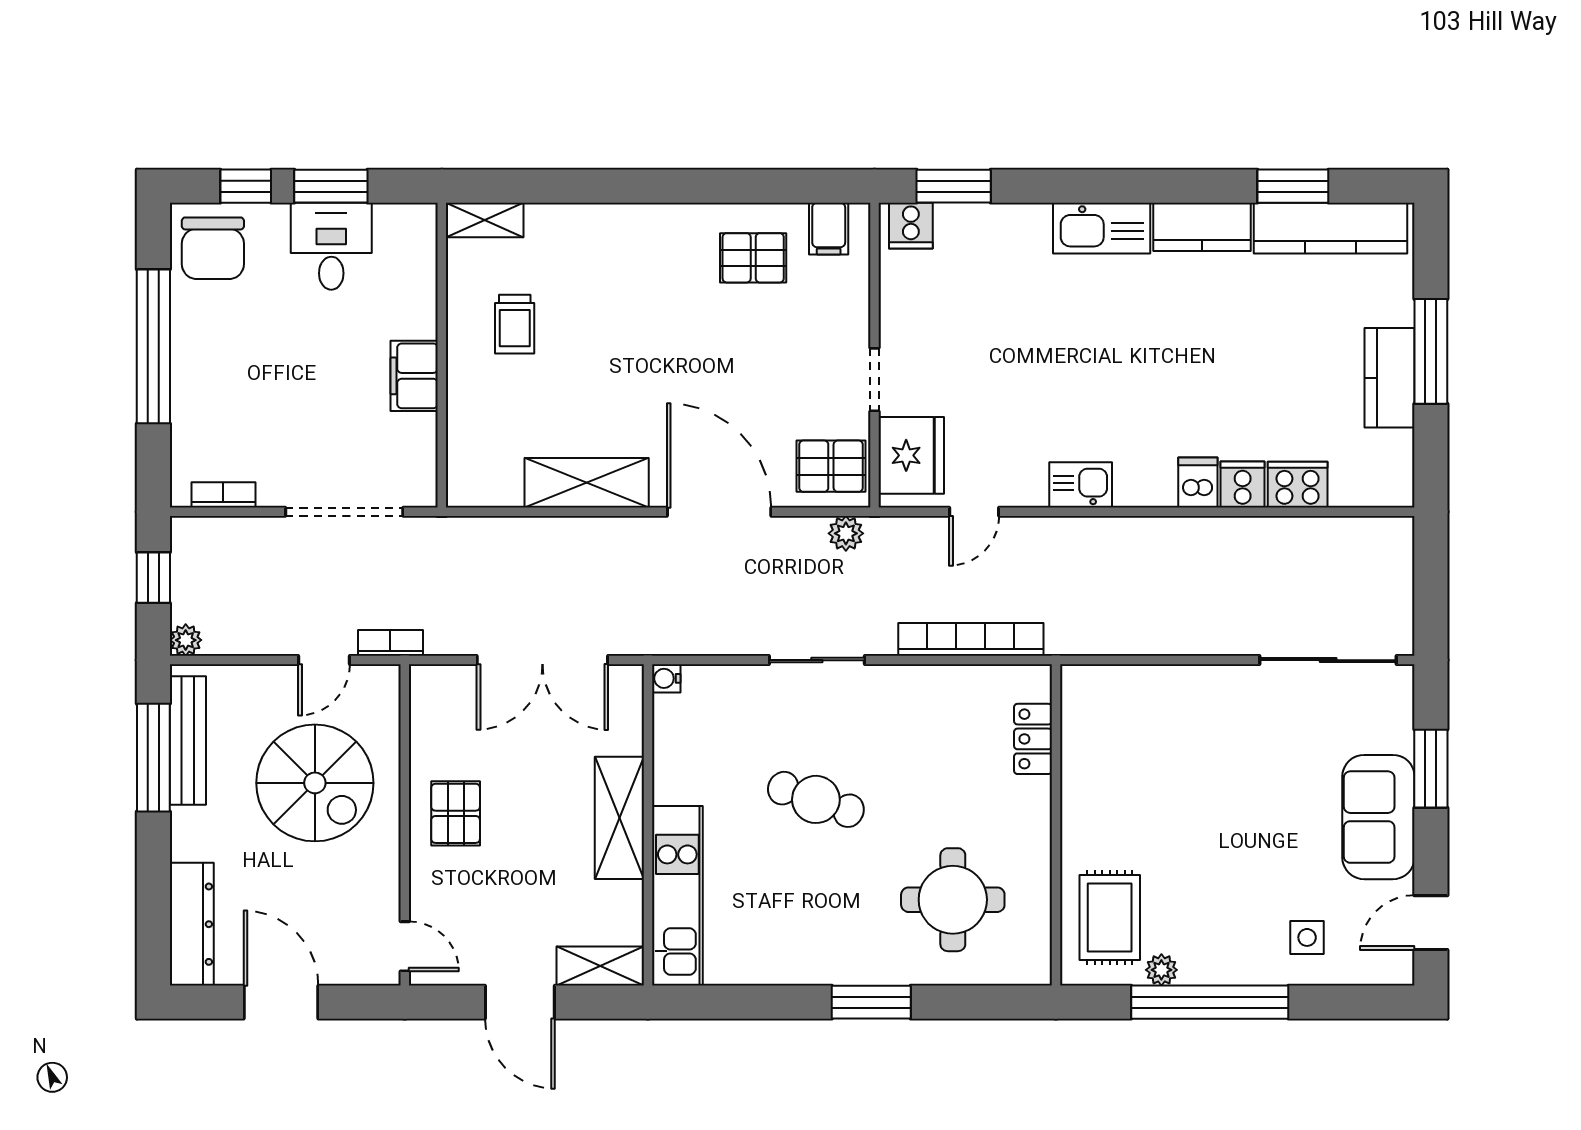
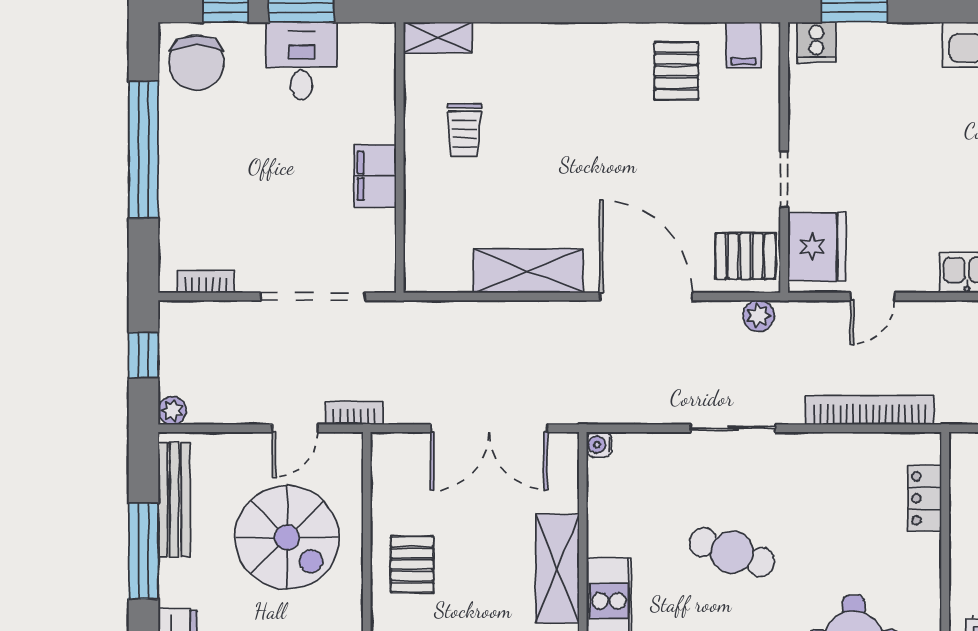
pallet: (753, 258) -> (676, 71), turned 90
window: (153, 758) -> (144, 551), moved

